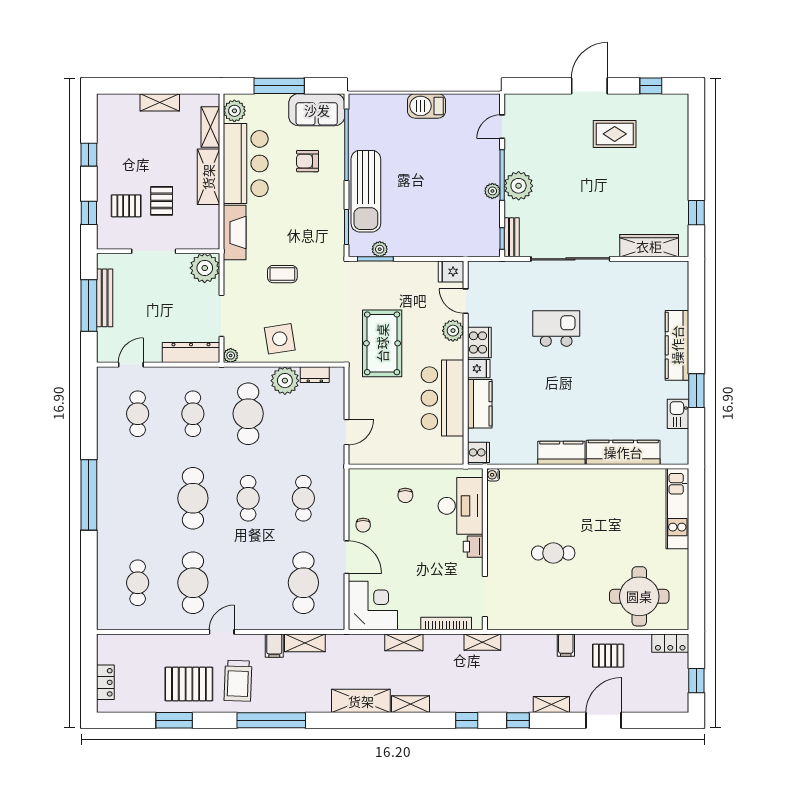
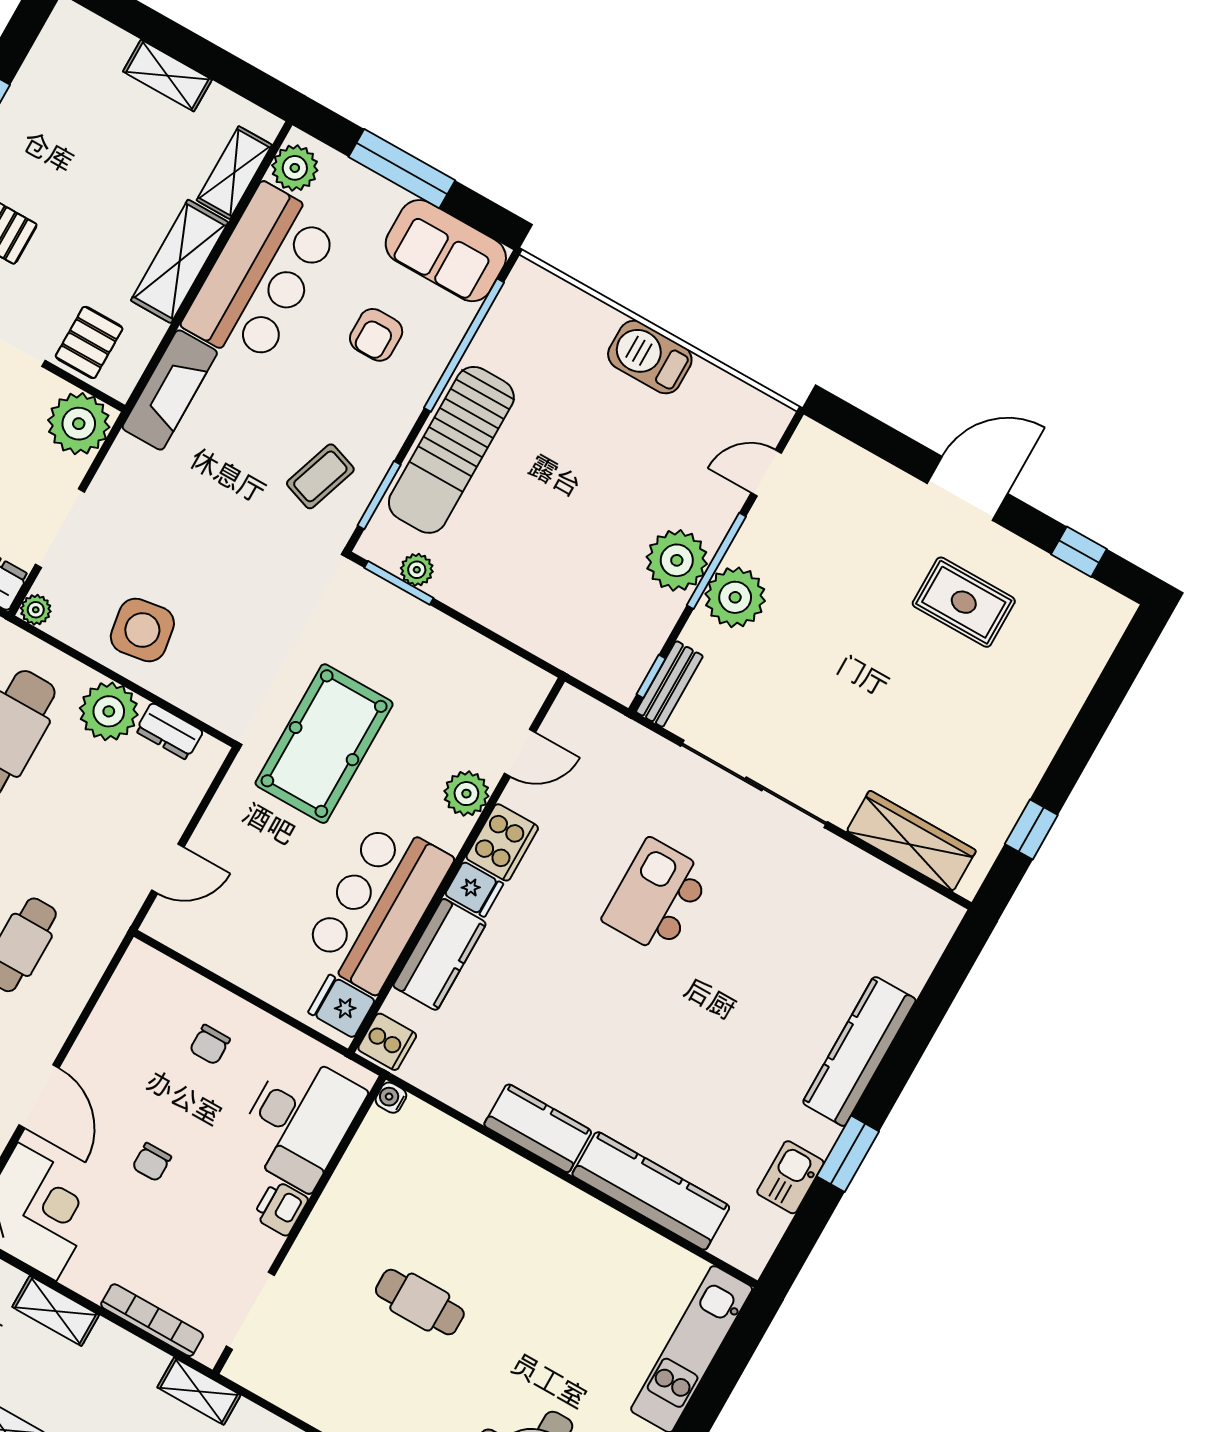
armchair: (307, 161) -> (376, 335), turned -90
plant: (492, 191) -> (677, 560), width x1.87, depth x1.87
pallet: (162, 201) -> (89, 342), moved
fridge: (451, 271) -> (342, 1006), moved
coffee table: (282, 274) -> (320, 476), moved, turned -71
door: (466, 301) -> (520, 753), swing flipped
kitchen island: (556, 329) -> (656, 896), turned -90
chair: (363, 525) -> (152, 1162), moved

